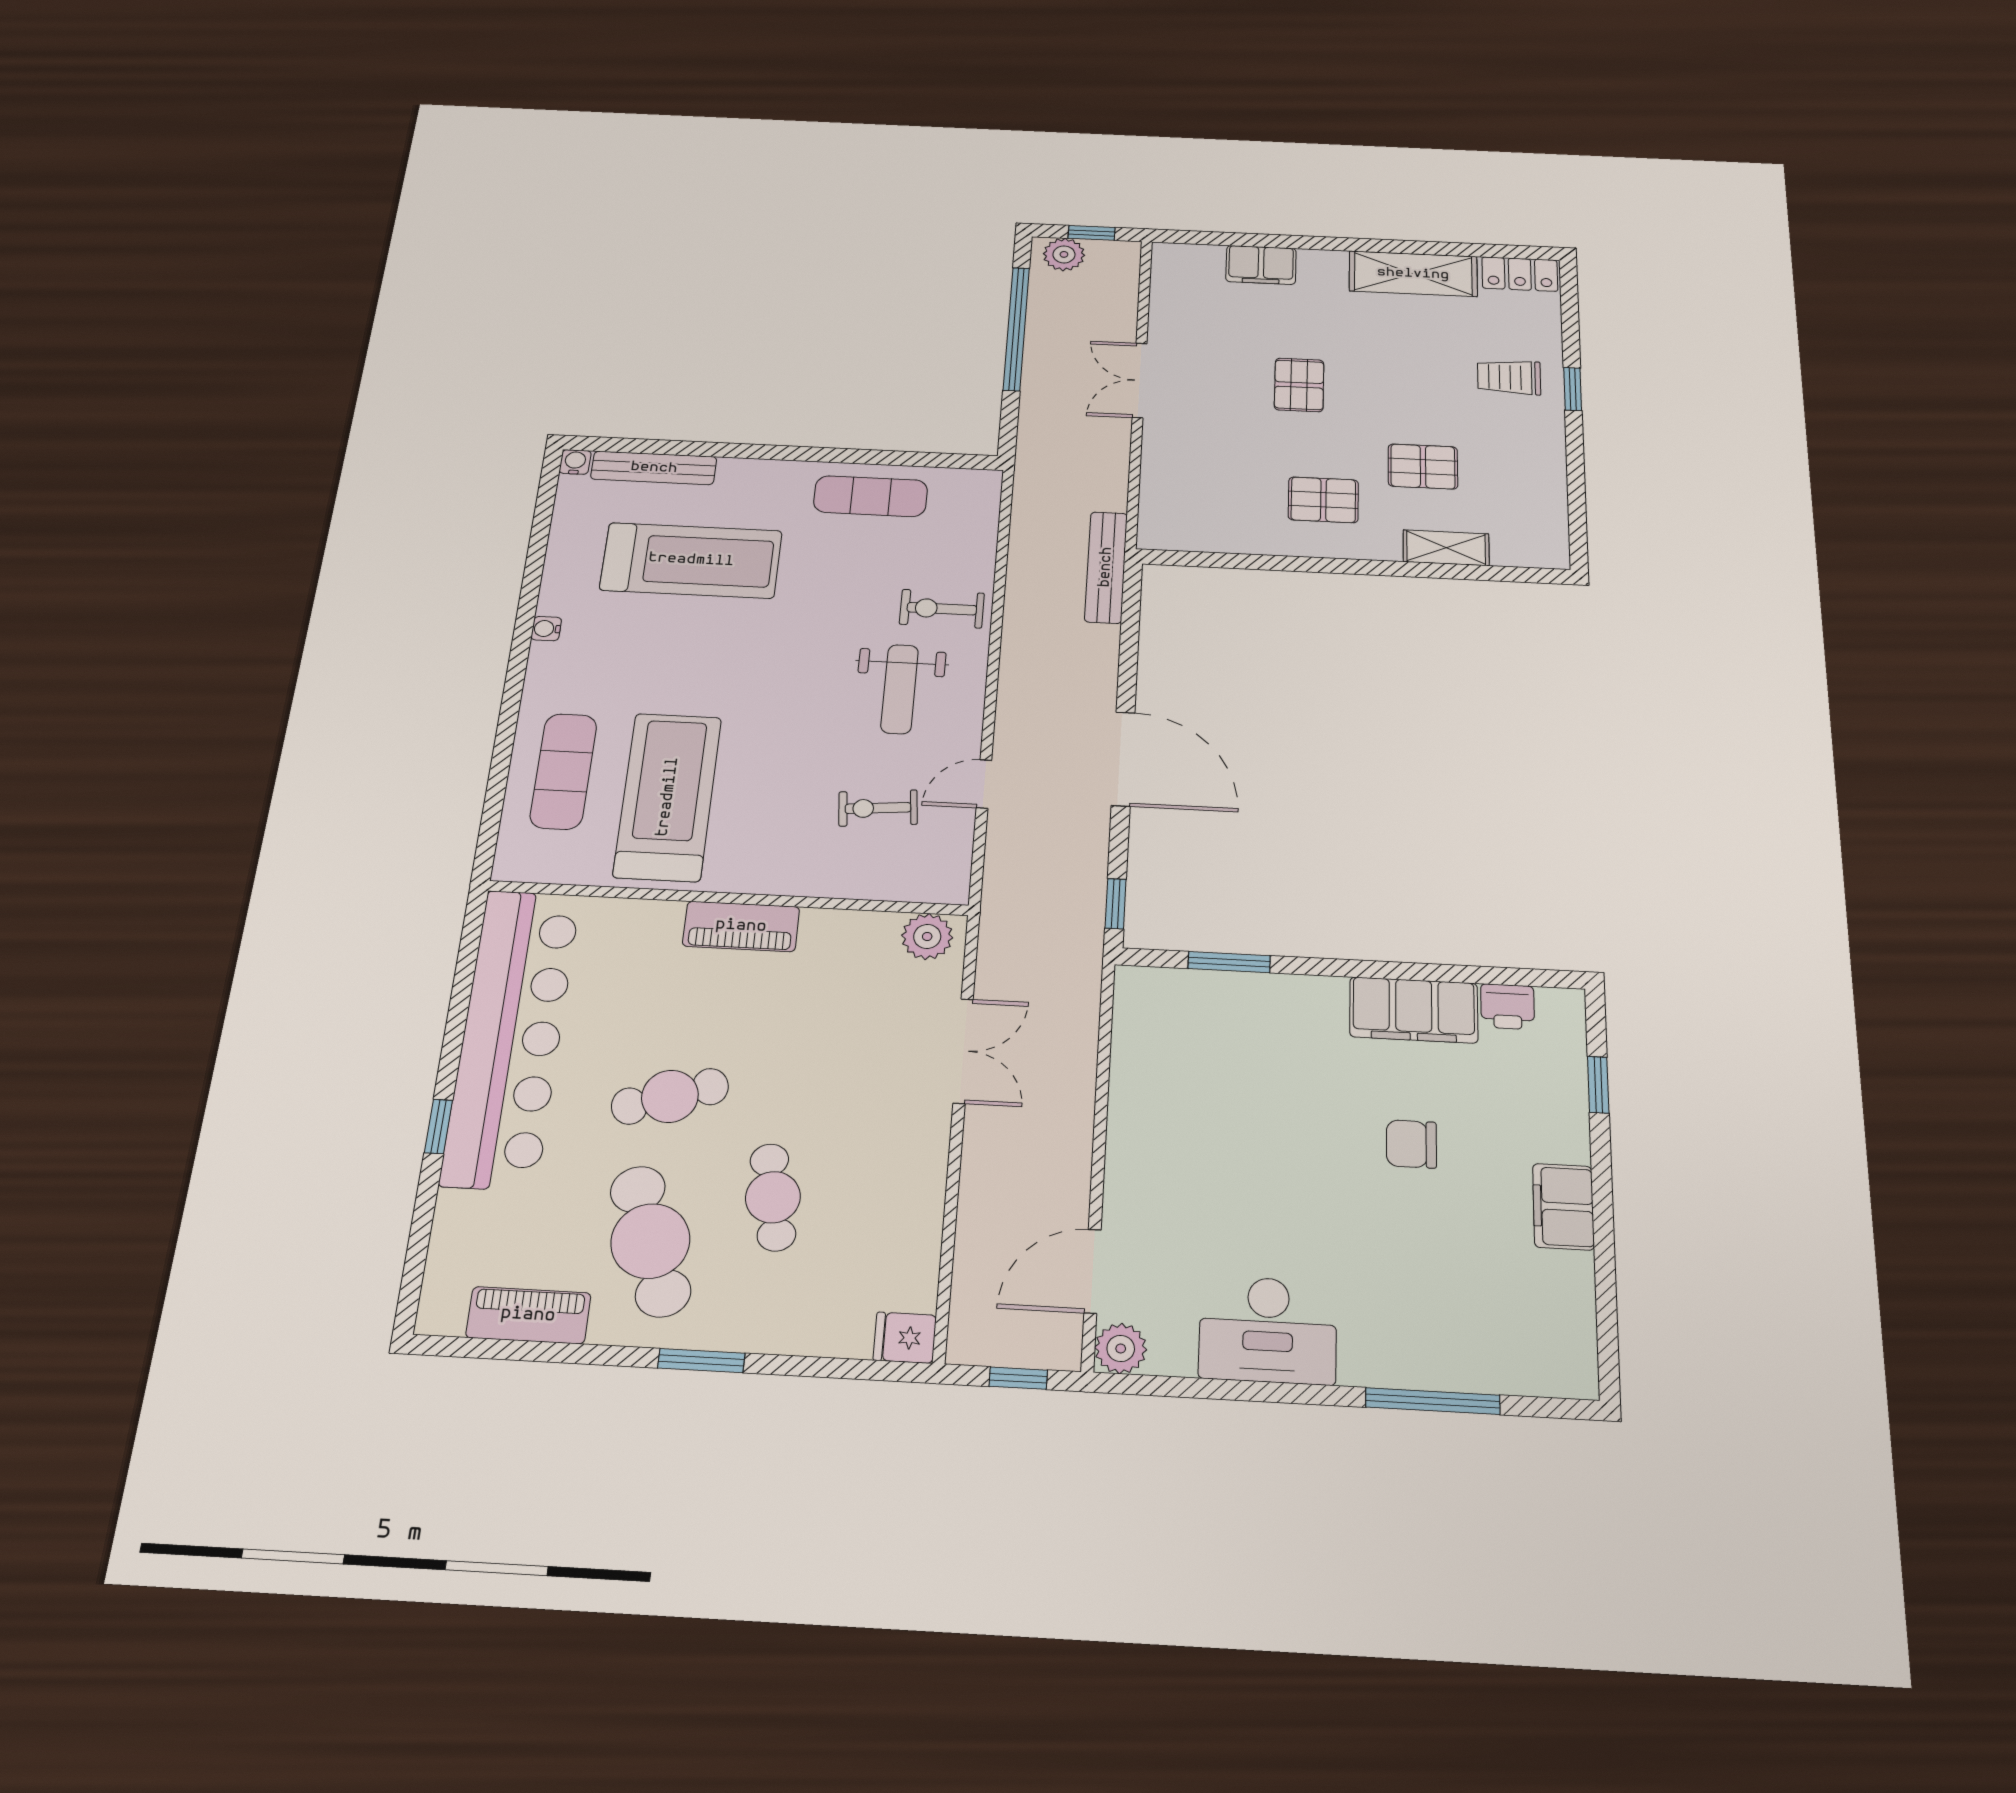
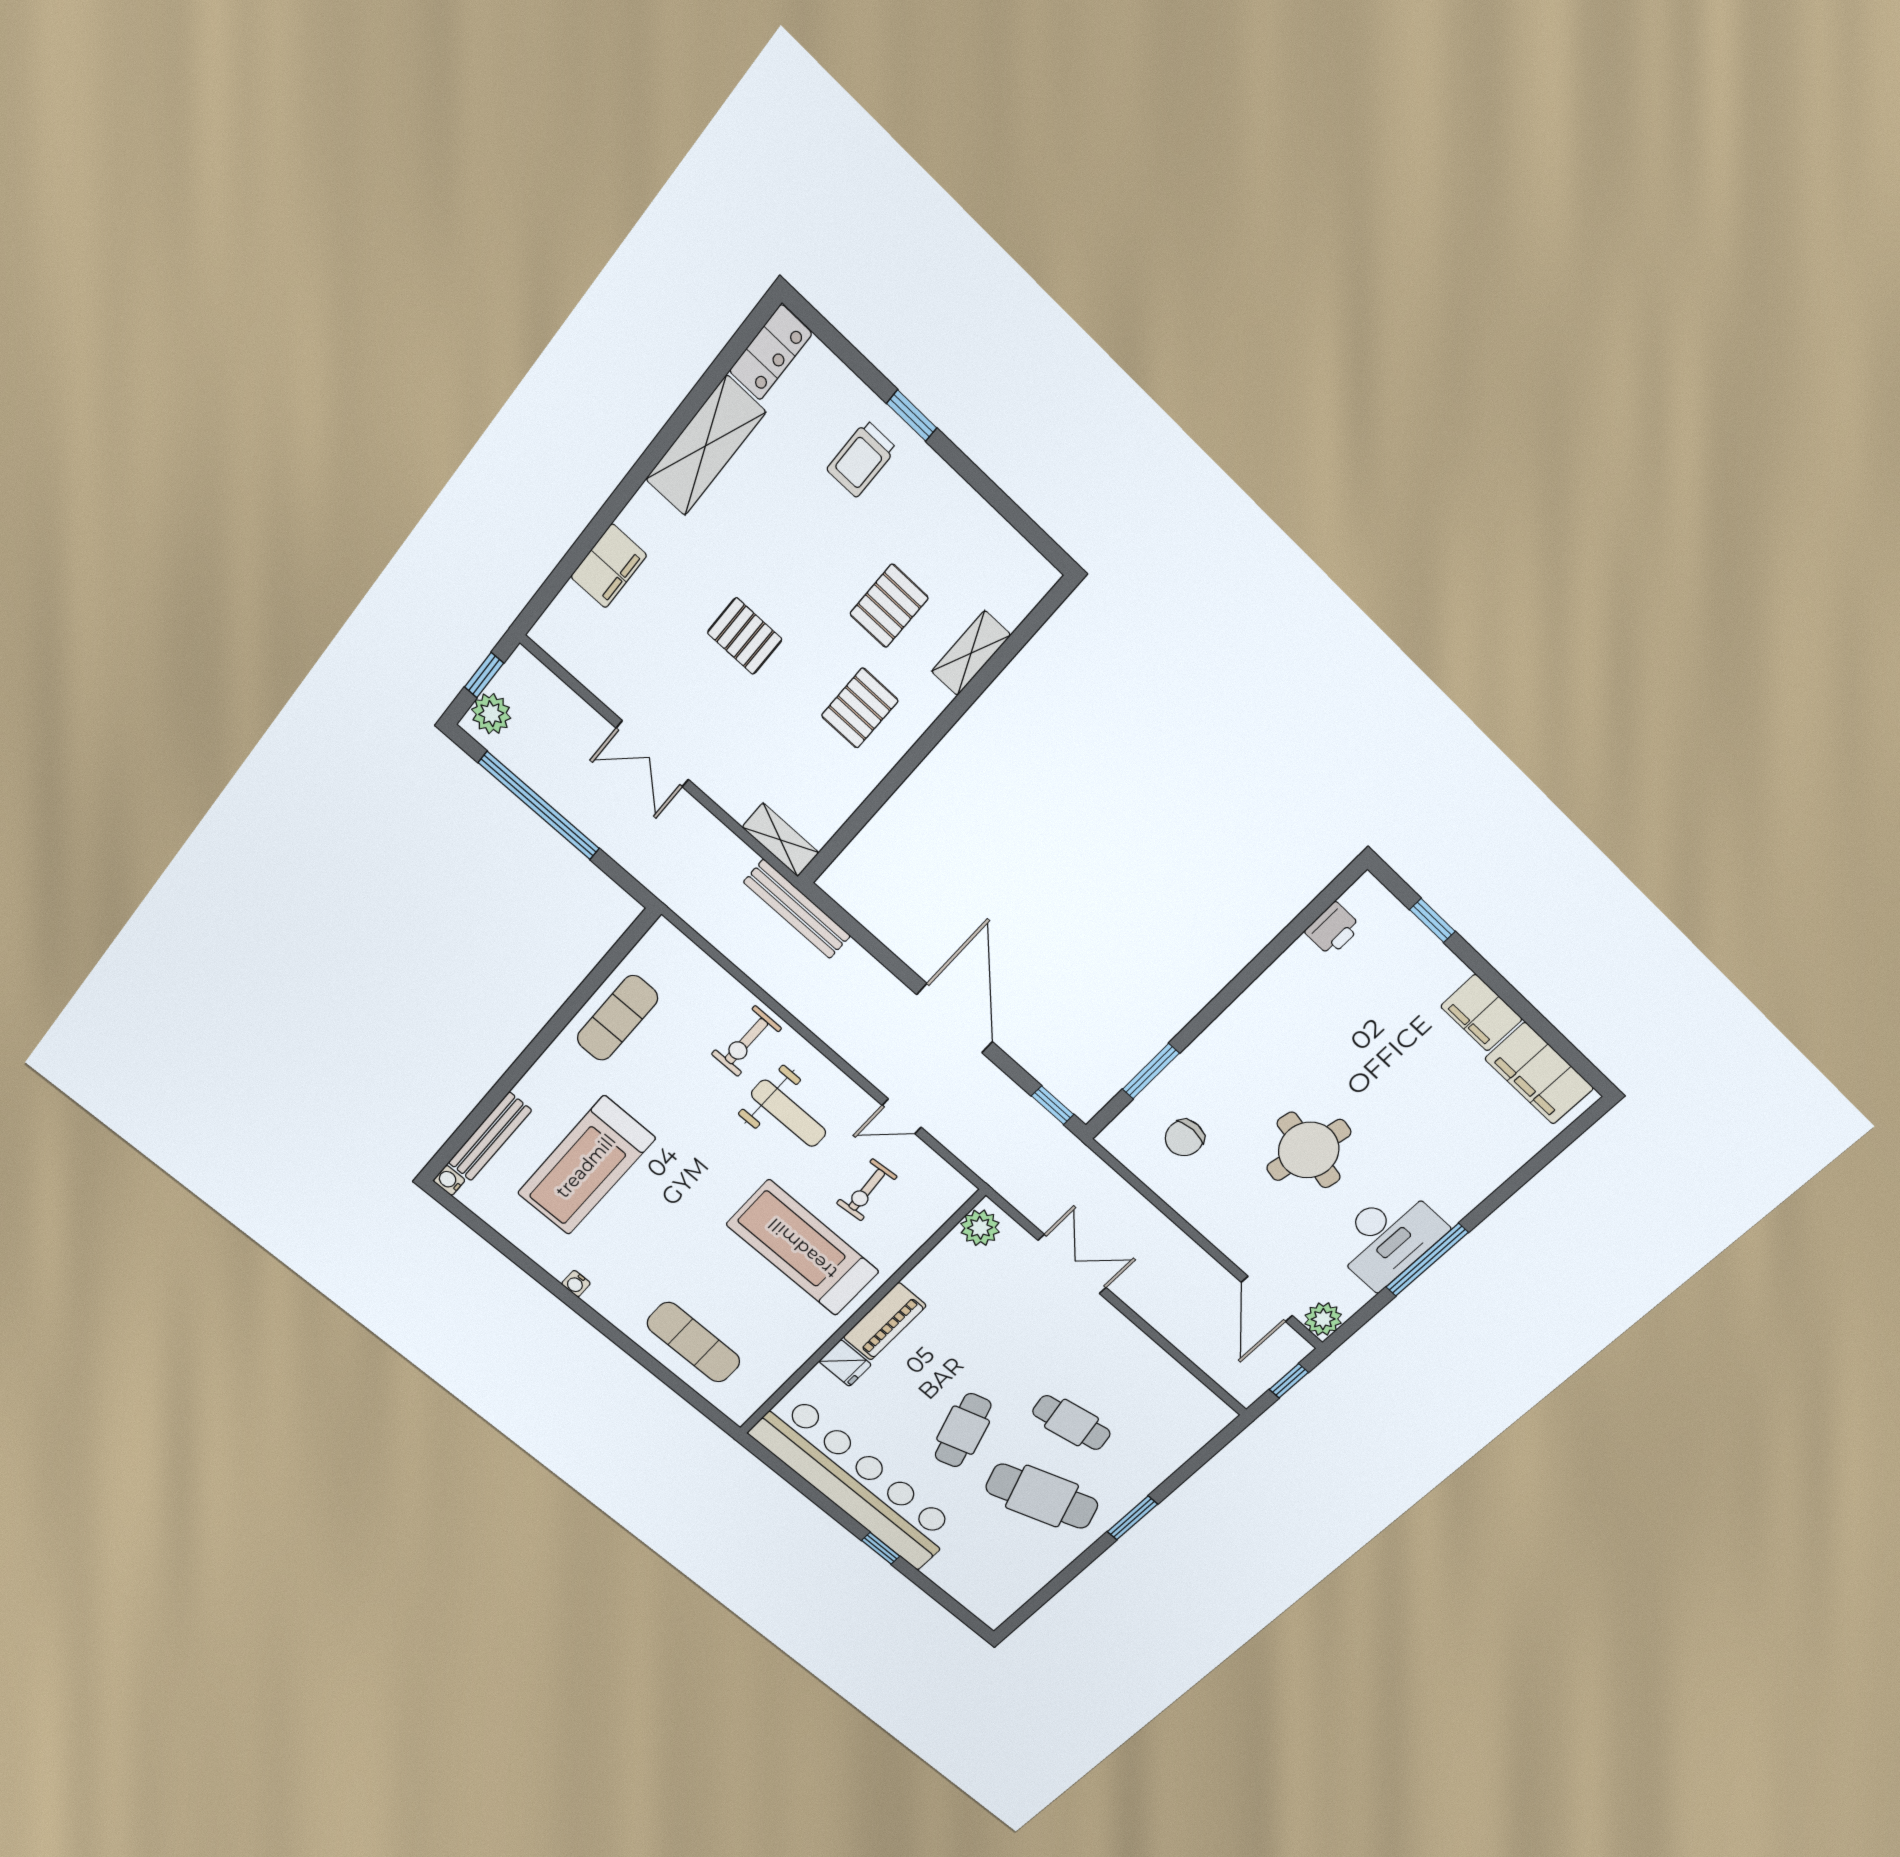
shelving: (1156, 515) -> (780, 840), added
treadmill: (691, 560) -> (586, 1166), turned 180
door: (1123, 759) -> (955, 1018), hinge flipped
door: (984, 784) -> (902, 1116), hinge flipped
treadmill: (668, 797) -> (803, 1248), moved
filing cabinet: (1414, 1010) -> (1539, 1073), moved, turned 90
chair: (1411, 1144) -> (1184, 1138), moved
round table: (1286, 1171) -> (1309, 1150), added
piano: (528, 1315) -> (1031, 1576), removed
fridge: (905, 1338) -> (845, 1363), moved, turned -90
window: (1433, 1401) -> (1427, 1260), moved

